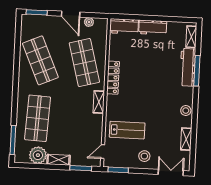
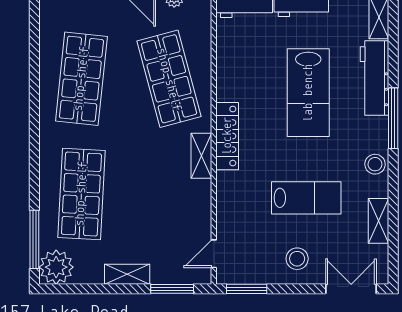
shop shelf: (40, 60) -> (81, 79), turned 30
window: (197, 71) -> (393, 118), moved
lab bench: (154, 73) -> (308, 93), added
locker: (113, 78) -> (227, 136), moved
lab bench: (127, 130) -> (306, 198), moved
plant: (38, 155) -> (56, 267), moved

